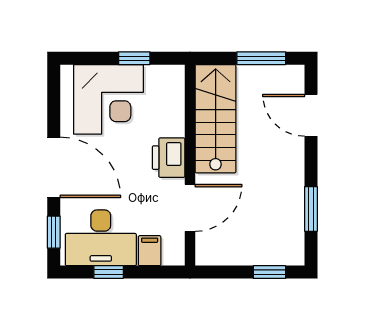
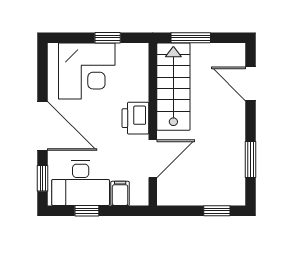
window: (261, 58) -> (191, 38), moved

